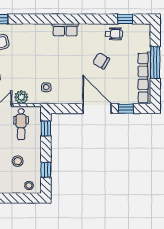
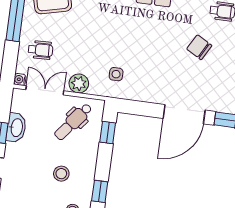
door: (97, 109) -> (184, 114), swing flipped
dental chair: (21, 124) -> (73, 122), turned 38

